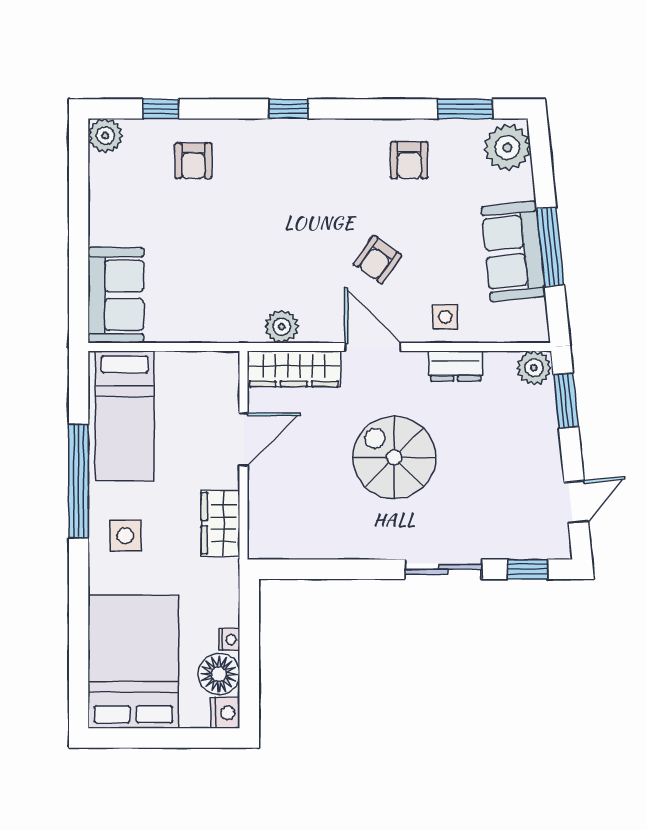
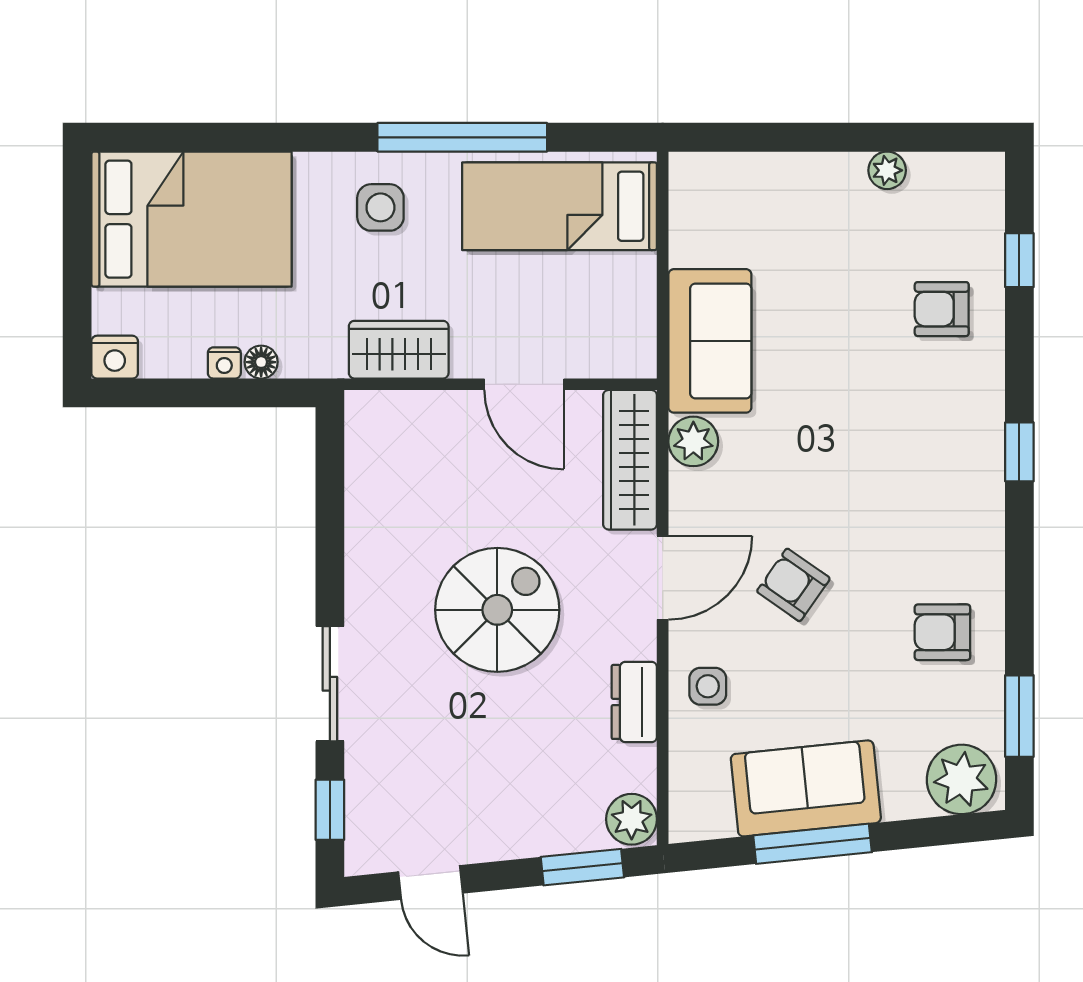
plant: (105, 136) -> (887, 170), moved, width x0.73, depth x0.73
sofa: (116, 295) -> (710, 341), moved, turned -90
floor lamp: (219, 674) -> (261, 362), moved, width x0.53, depth x0.53

